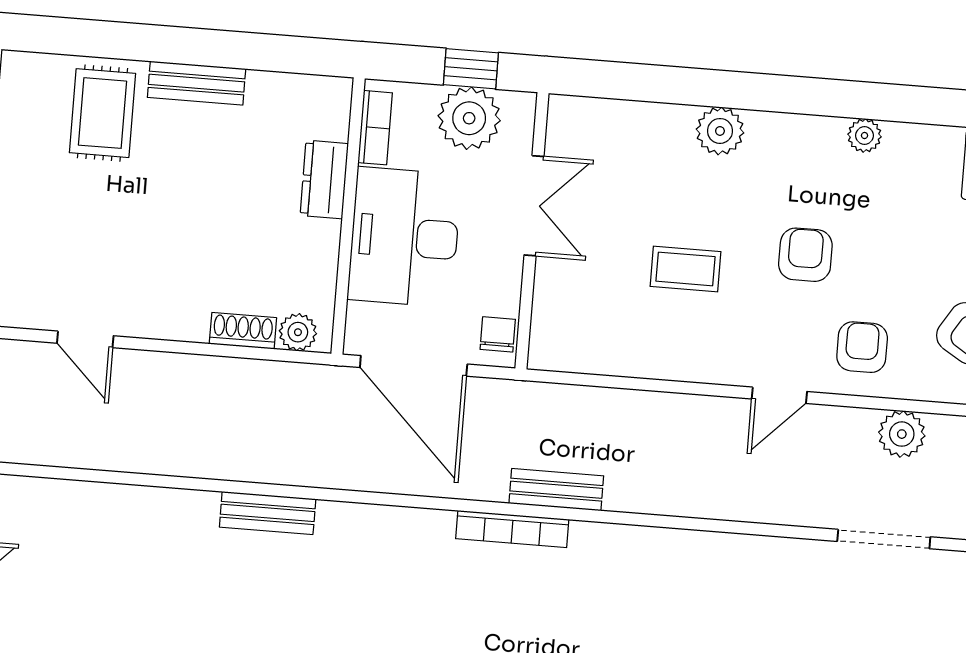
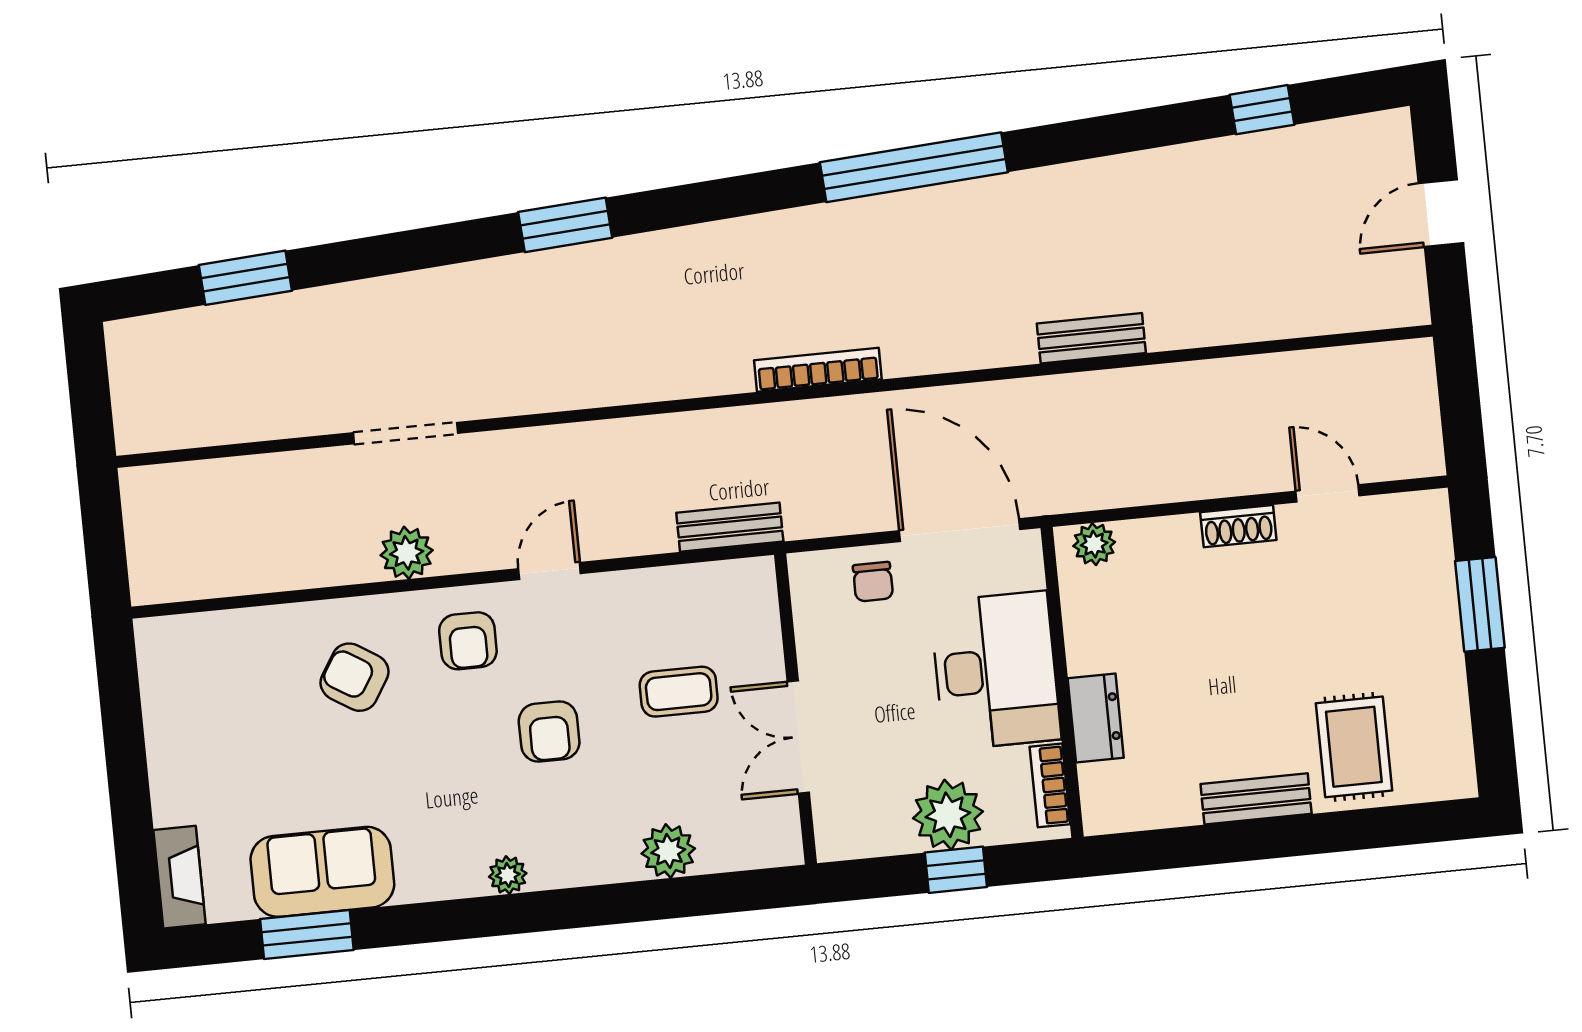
double door: (534, 206) -> (798, 737), moved
wall: (532, 231) -> (796, 709), moved
shoe rack: (243, 331) -> (1238, 526), moved
bench: (556, 490) -> (730, 527), moved

